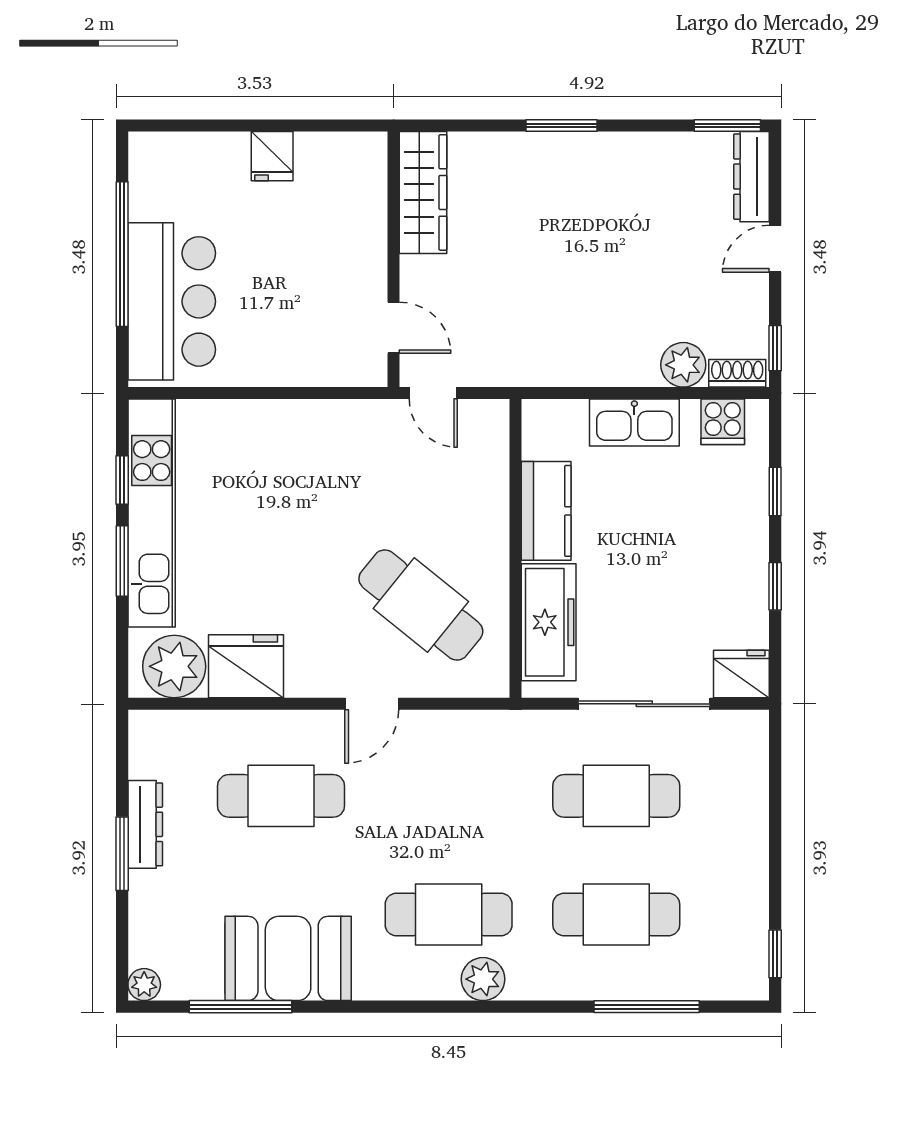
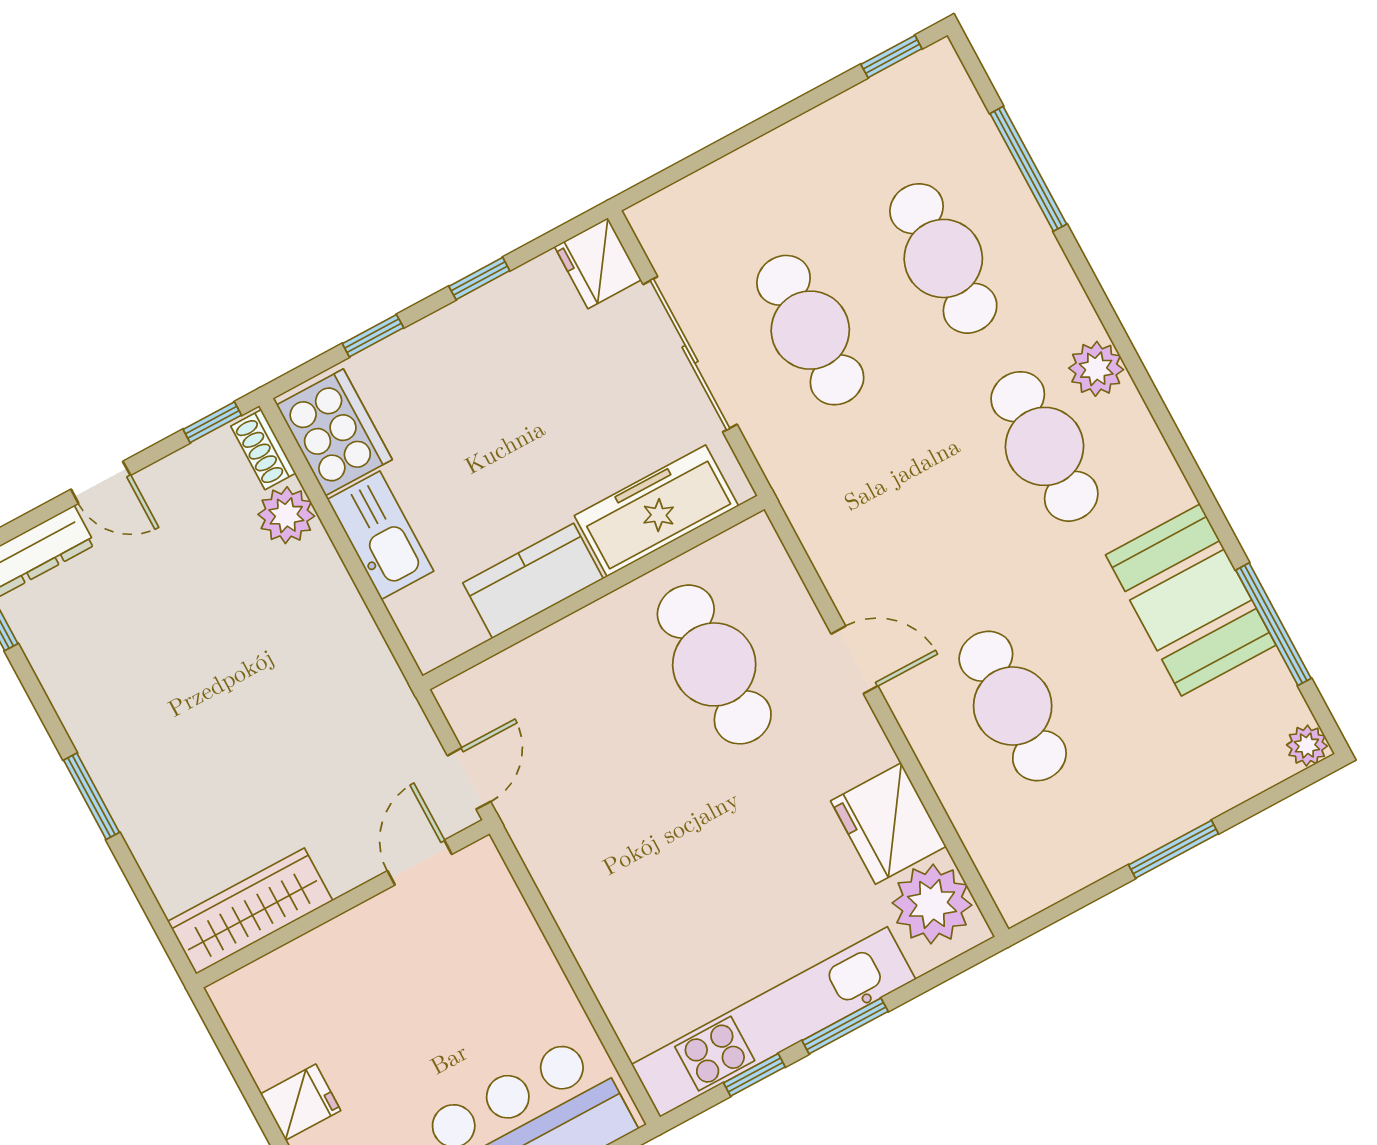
cooker: (723, 422) -> (334, 432), width x1.87, depth x1.31
cafe table: (421, 605) -> (714, 664), turned -39
dresser: (145, 824) -> (1127, 841), removed

